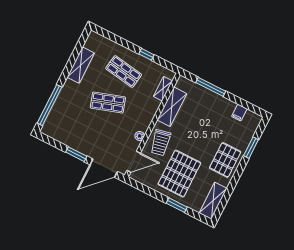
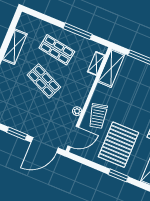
window: (146, 54) -> (78, 31), width x2.17
shop shelf: (108, 102) -> (44, 81), turned 42
shelving: (172, 107) -> (111, 68), moved

